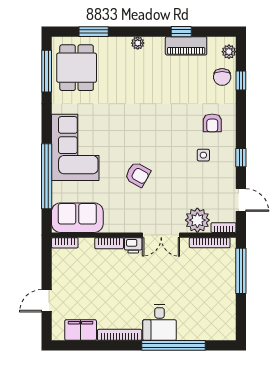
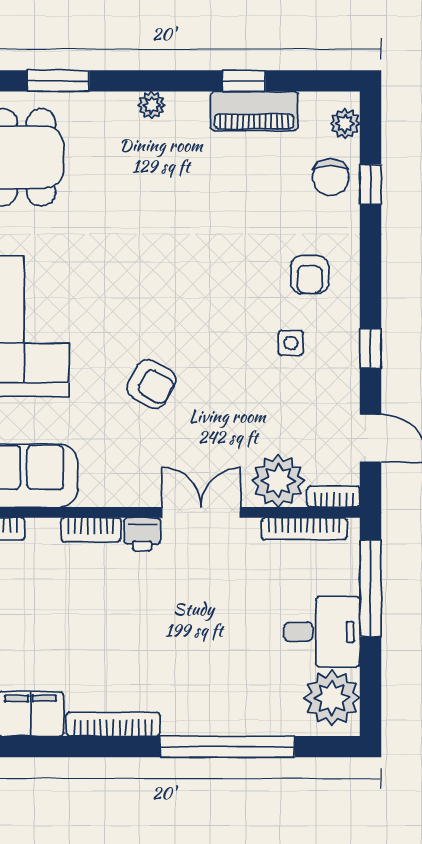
double door: (161, 235) -> (201, 512), swing flipped
plant: (223, 322) -> (332, 698), added
desk: (160, 323) -> (322, 632), moved, turned -90

